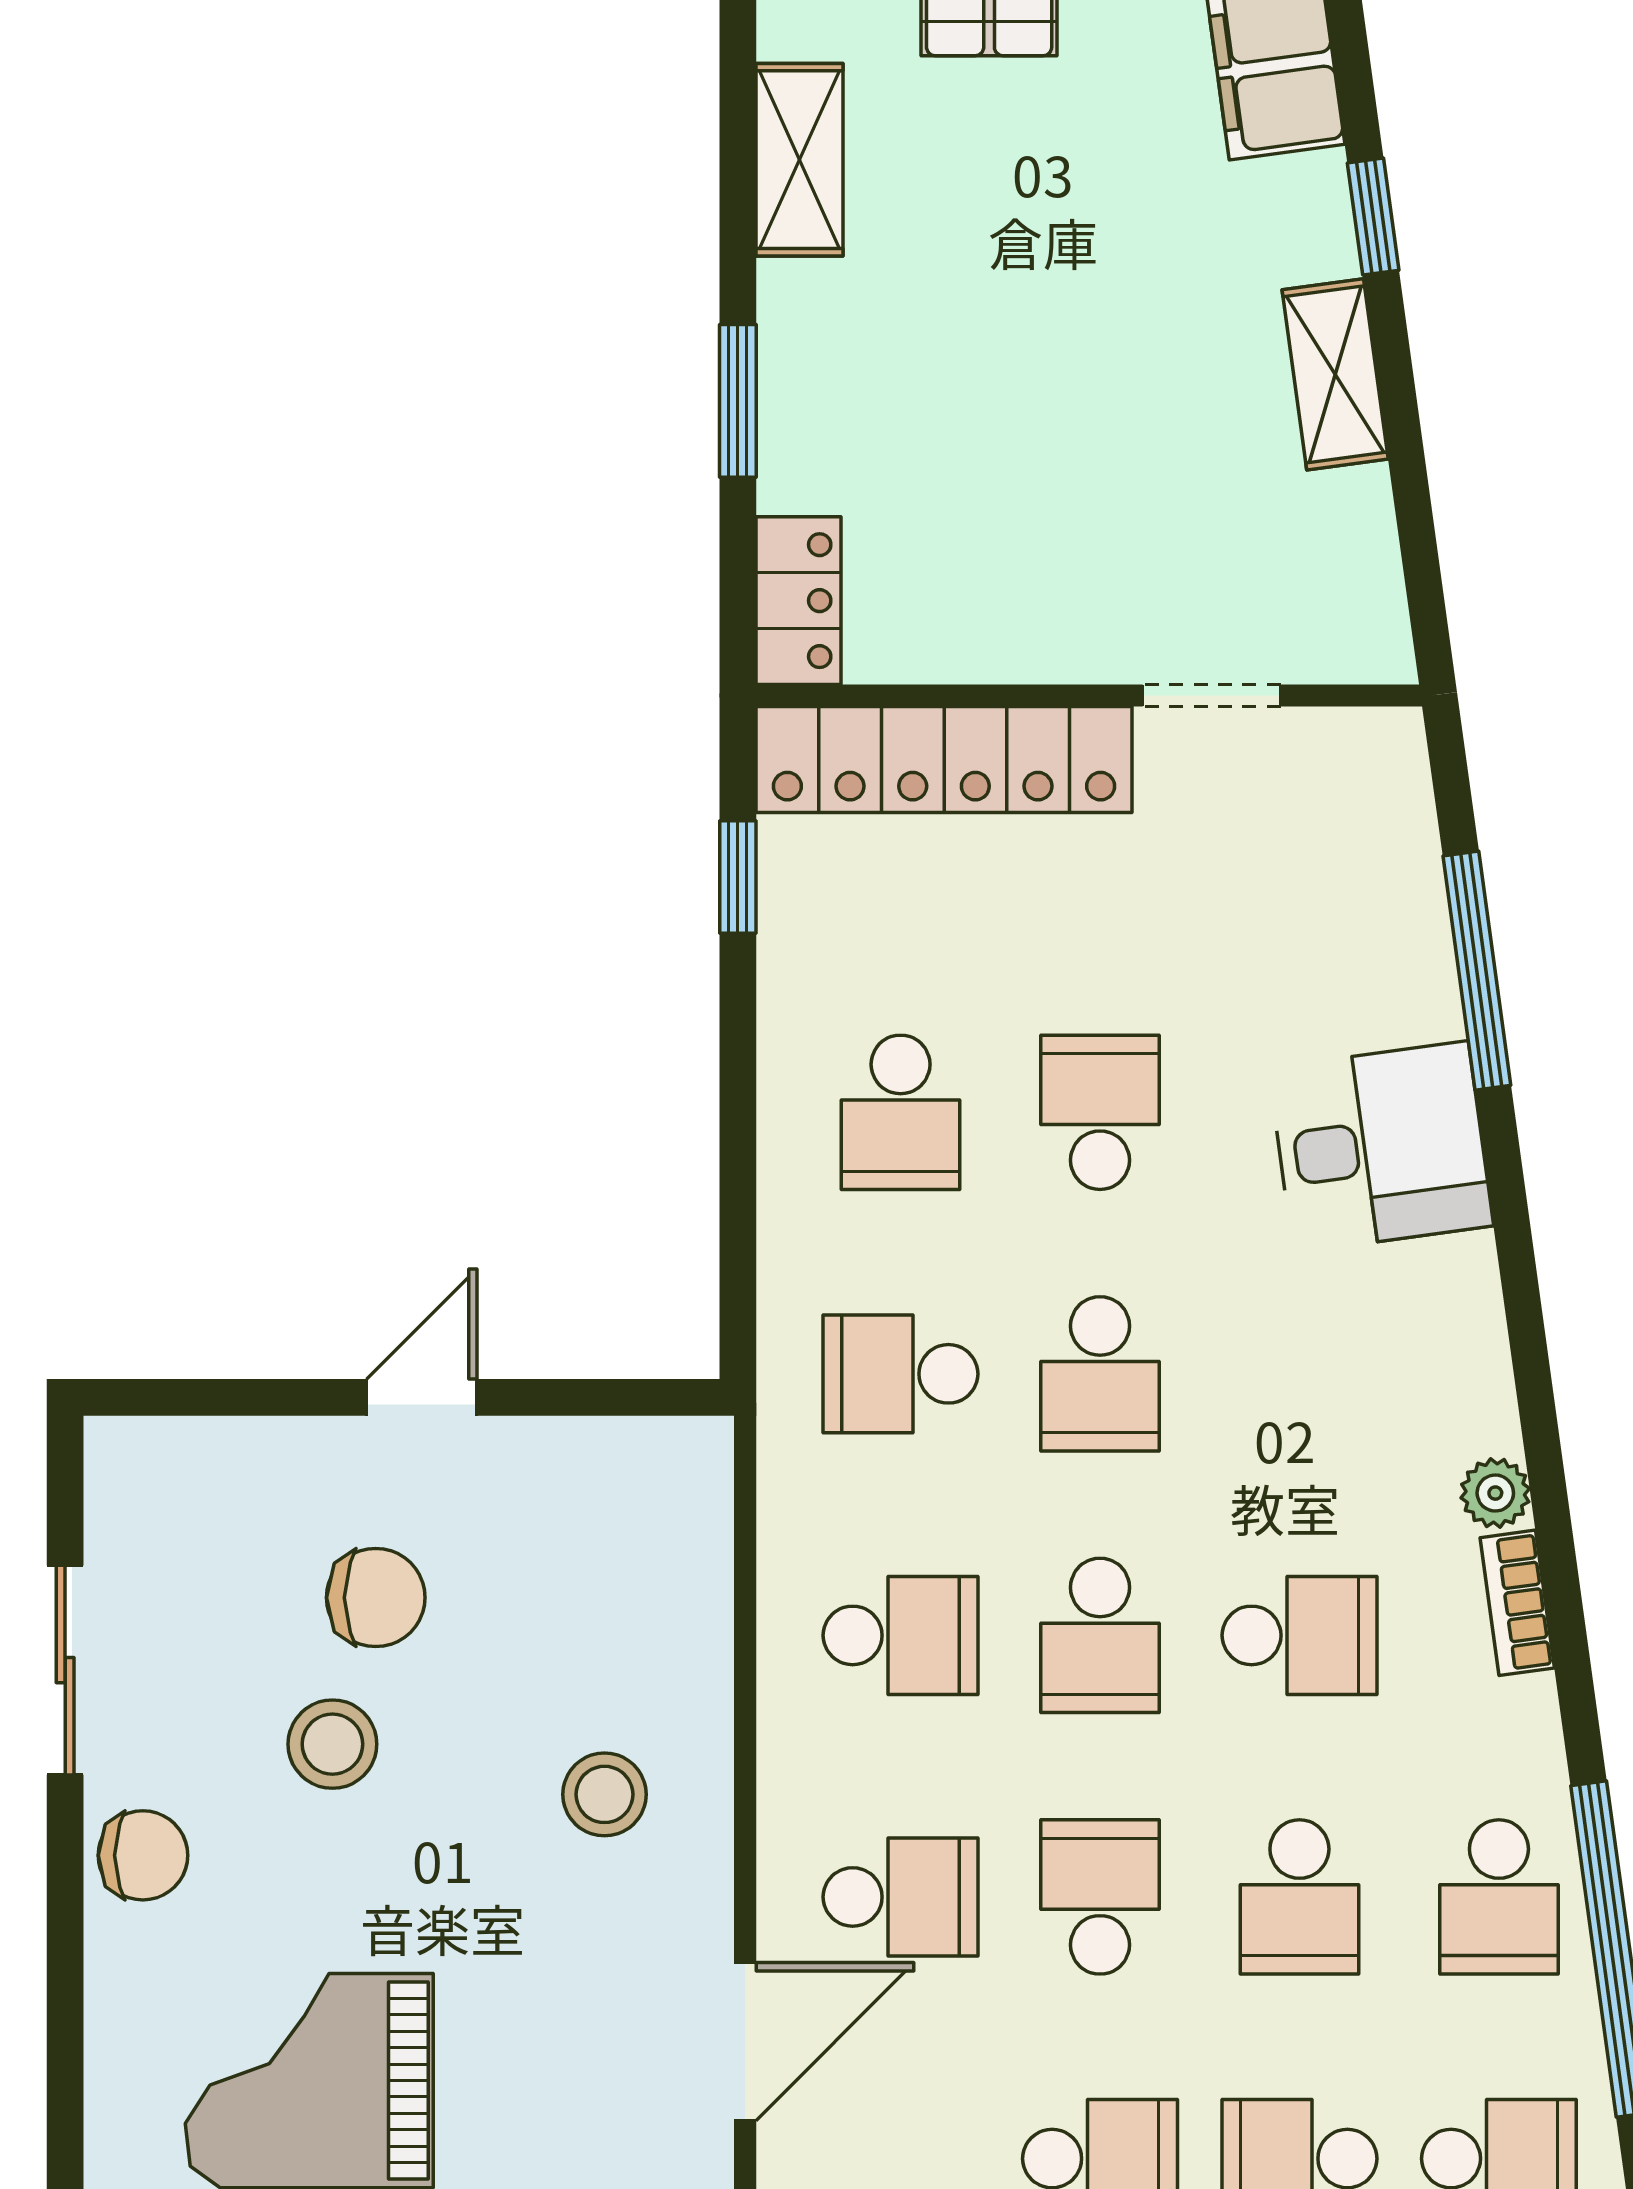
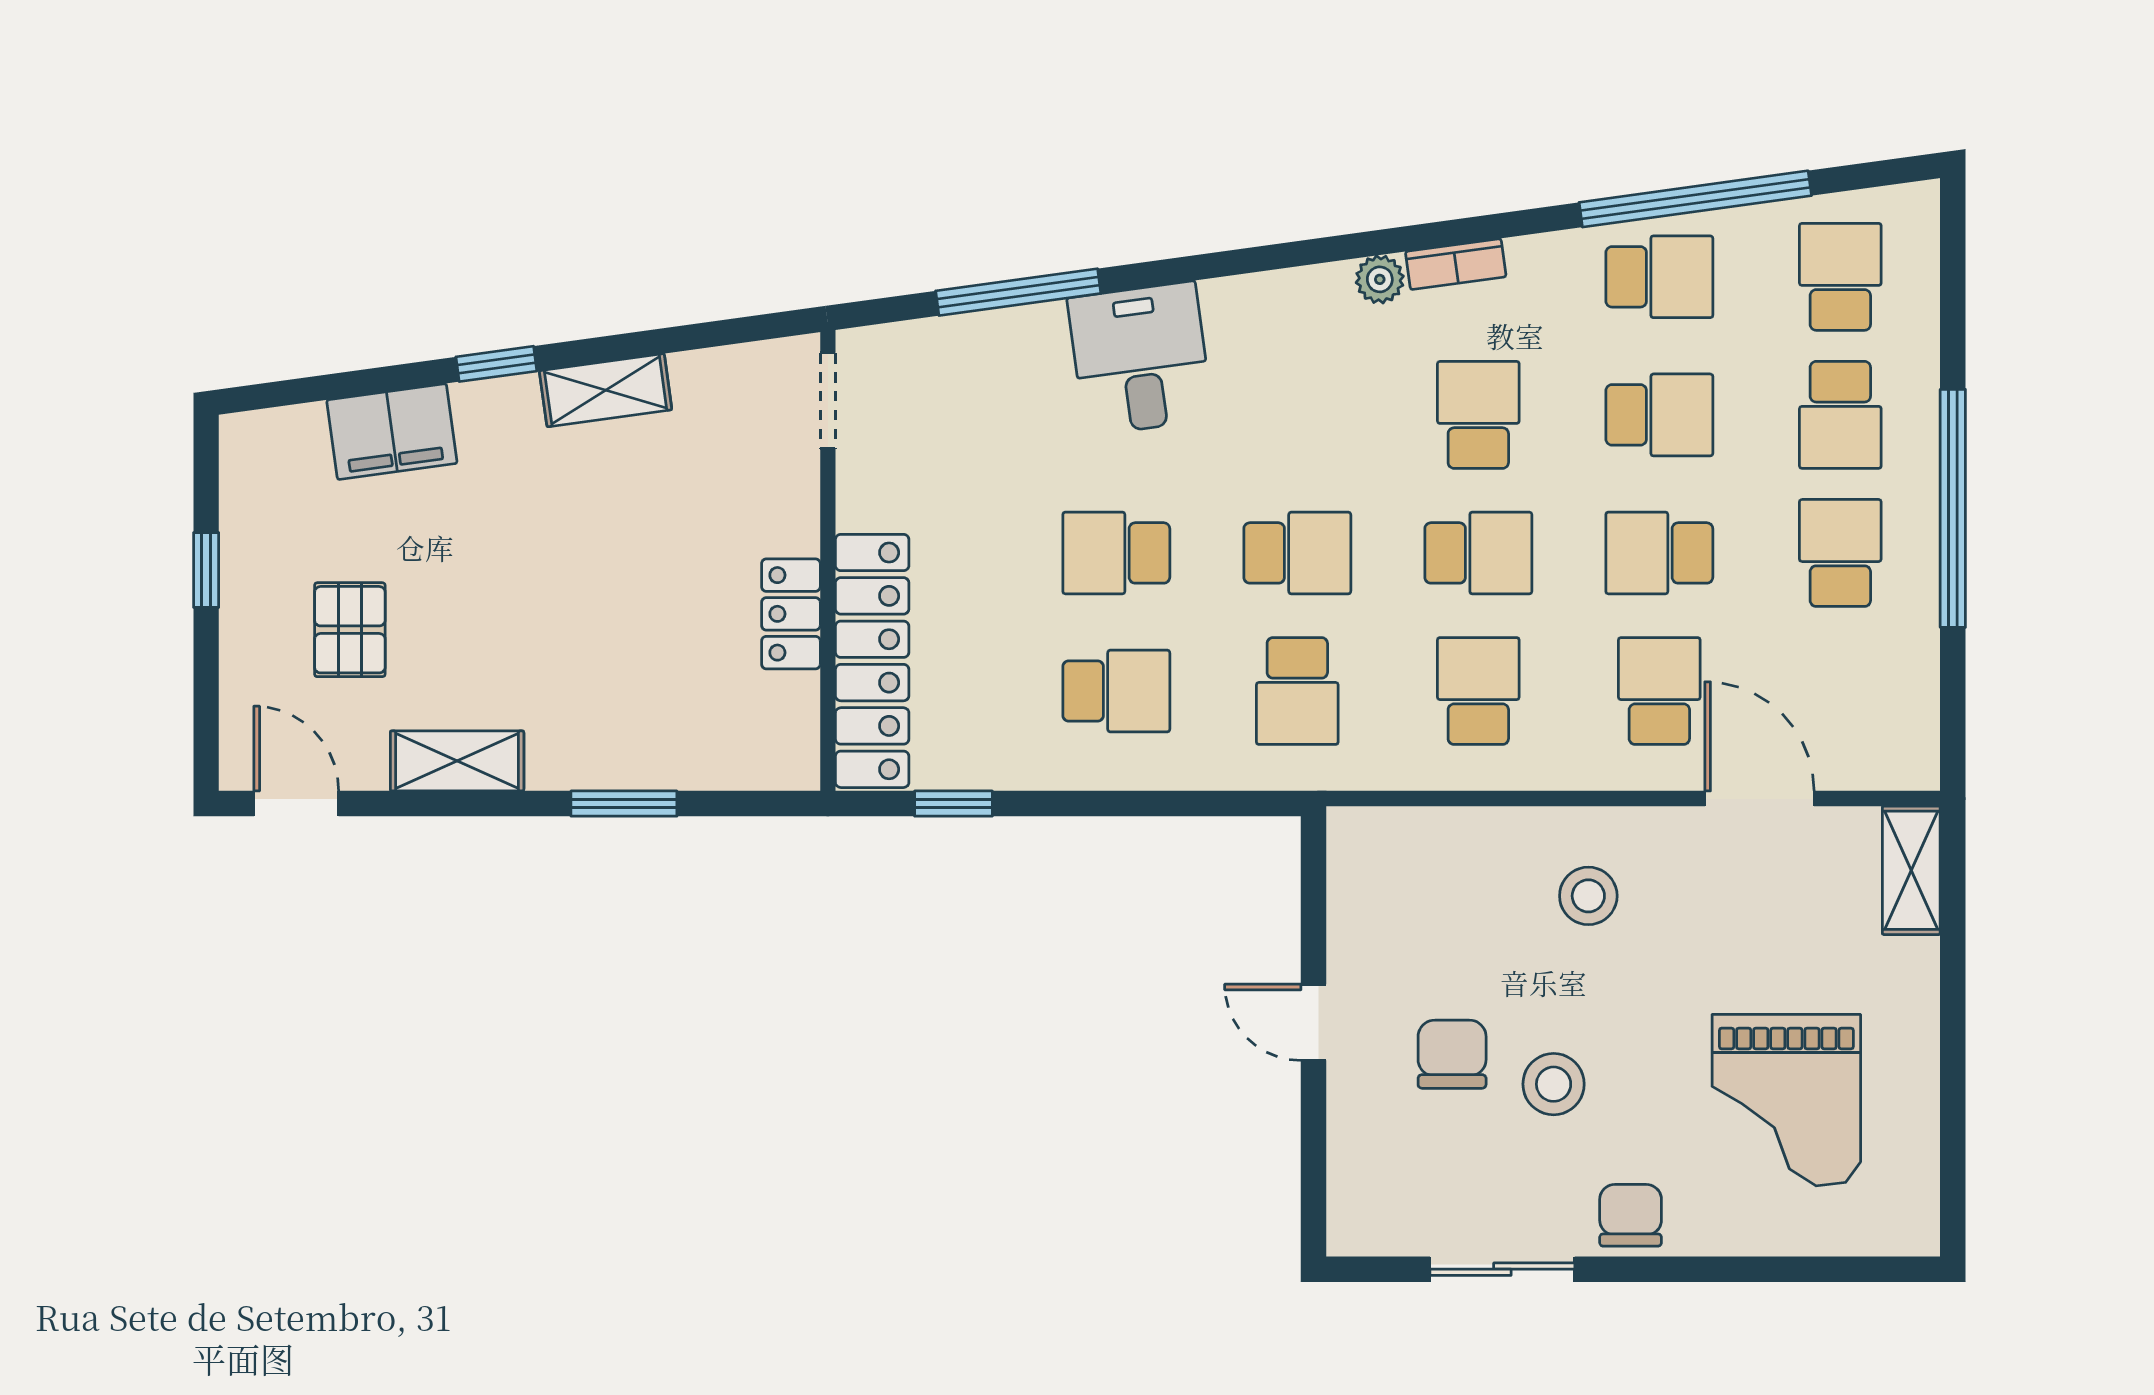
locker: (798, 601) -> (791, 614), moved, turned -90
doorway: (1212, 695) -> (828, 401), moved

